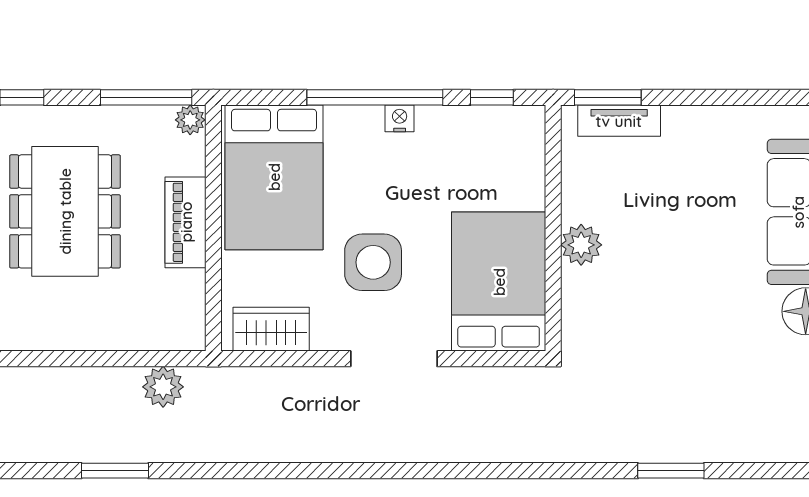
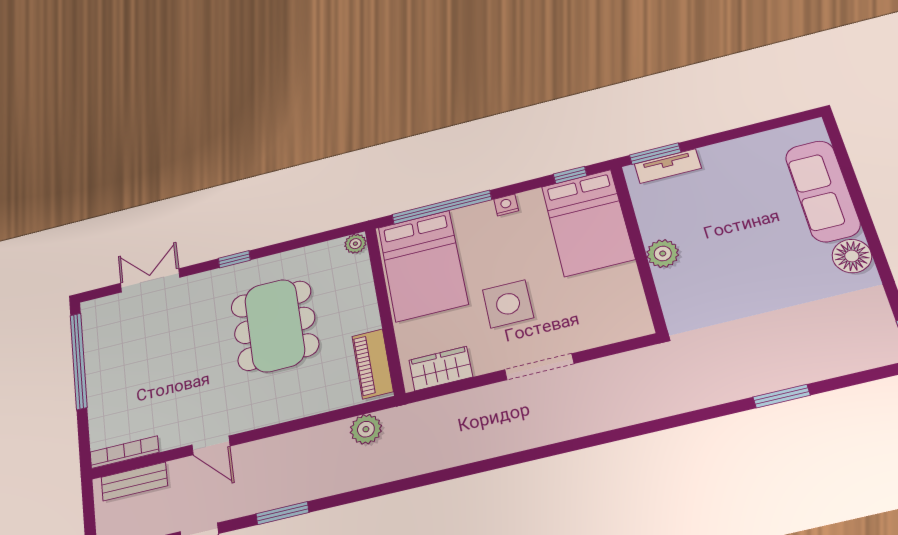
window: (146, 97) -> (322, 237), removed
window: (375, 97) -> (442, 207), moved
piano: (186, 222) -> (373, 364), moved
bed: (499, 282) -> (588, 223), moved, turned 180
window: (115, 471) -> (282, 513), moved

